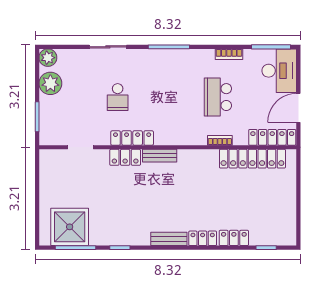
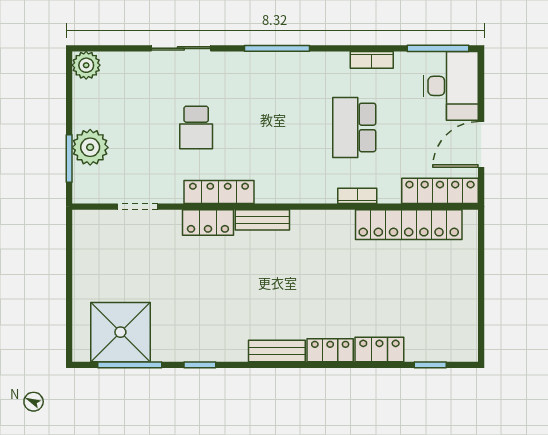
plant: (50, 83) -> (90, 147), moved

